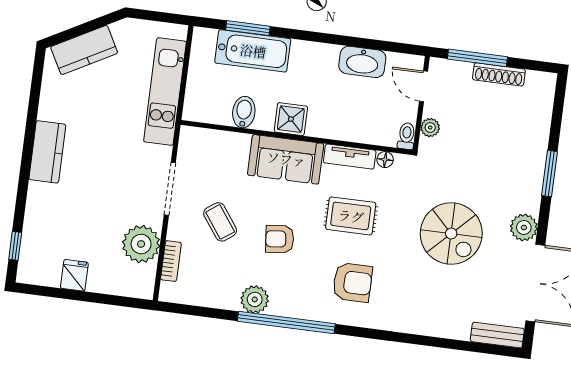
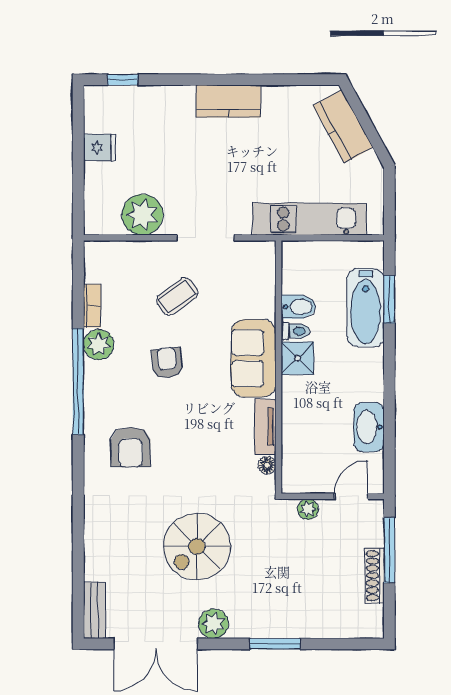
toilet: (406, 136) -> (295, 331), moved
rug: (351, 216) -> (202, 436), removed
bookcase: (171, 261) -> (92, 306), moved, turned -90

